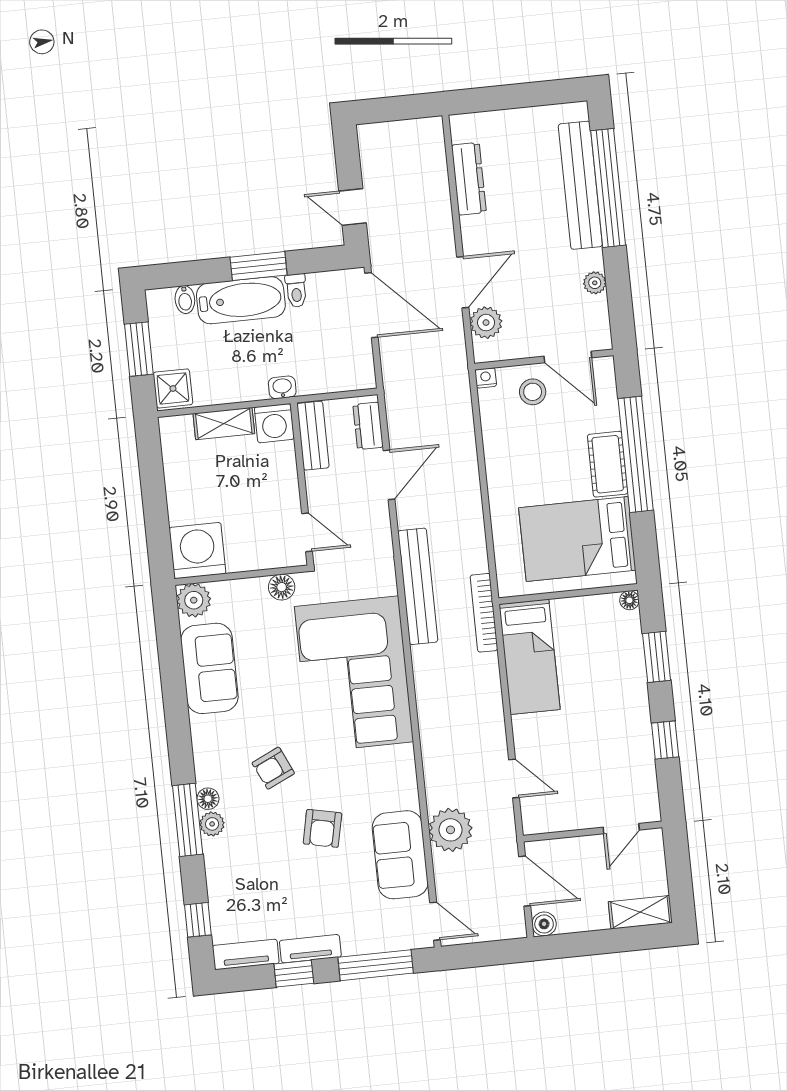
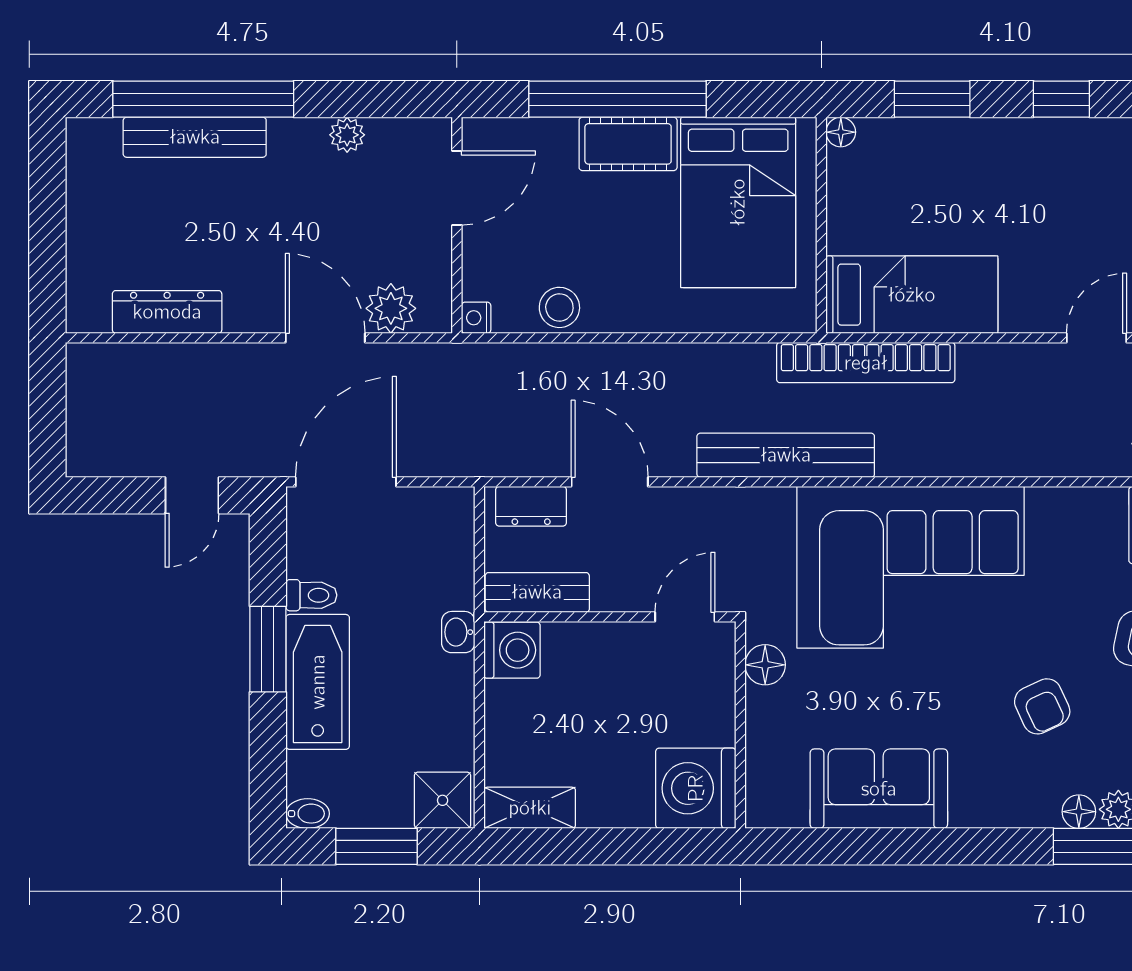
bench: (580, 185) -> (195, 137), width x0.73, depth x0.82
bidet: (185, 300) -> (308, 814), moved
stool: (533, 392) -> (559, 307), moved
shelving: (224, 424) -> (530, 808), moved, turned 90
plant: (194, 600) -> (771, 802), removed
bookcase: (484, 613) -> (866, 363), width x1.48, depth x1.31

